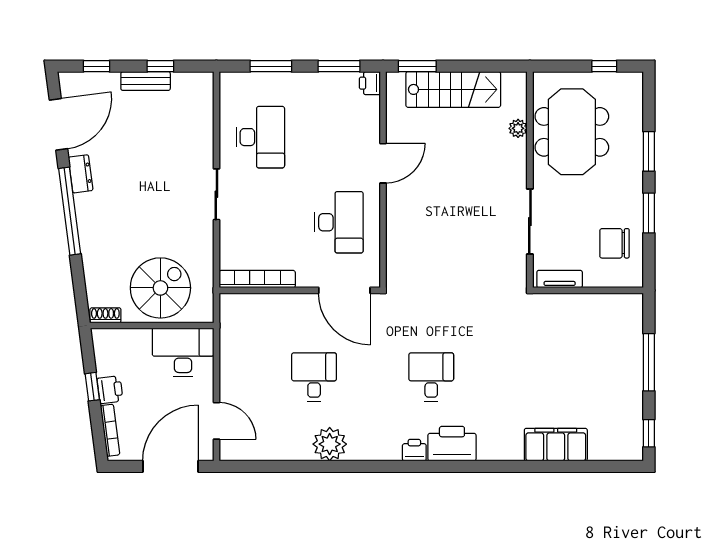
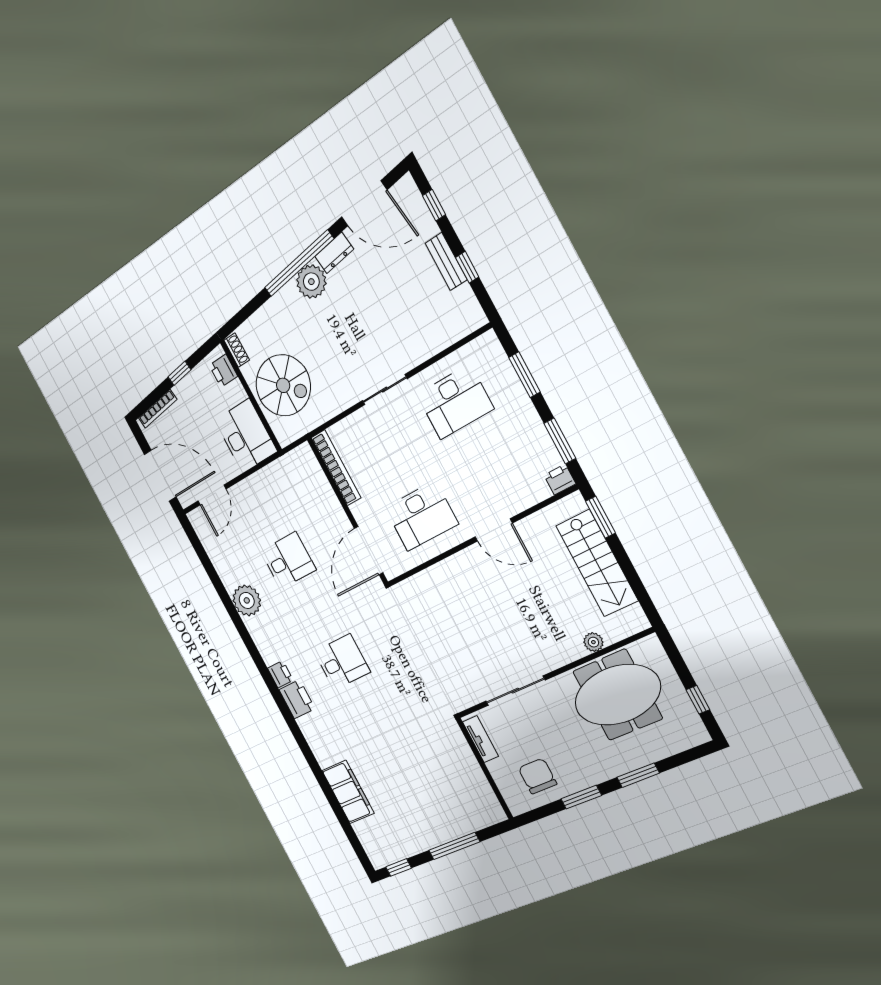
plant: (91, 209) -> (311, 282), added
printer: (110, 390) -> (223, 371), moved, turned 97
printer: (452, 444) -> (297, 699), width x0.73, depth x0.84

